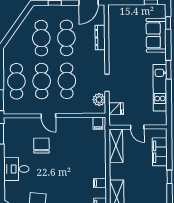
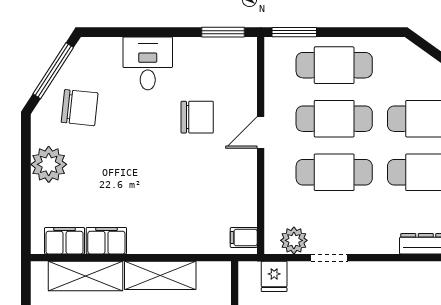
shelving: (116, 146) -> (160, 275), moved
filing cabinet: (100, 183) -> (106, 241), width x2.00

